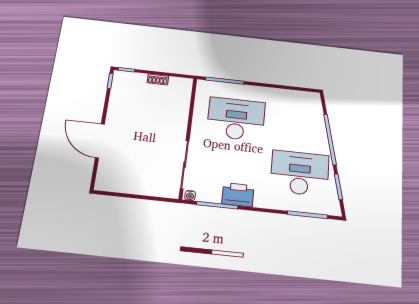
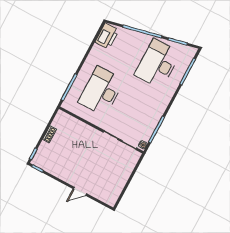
door: (100, 141) -> (80, 191), width x0.53
printer: (238, 195) -> (107, 36), moved, turned 180

